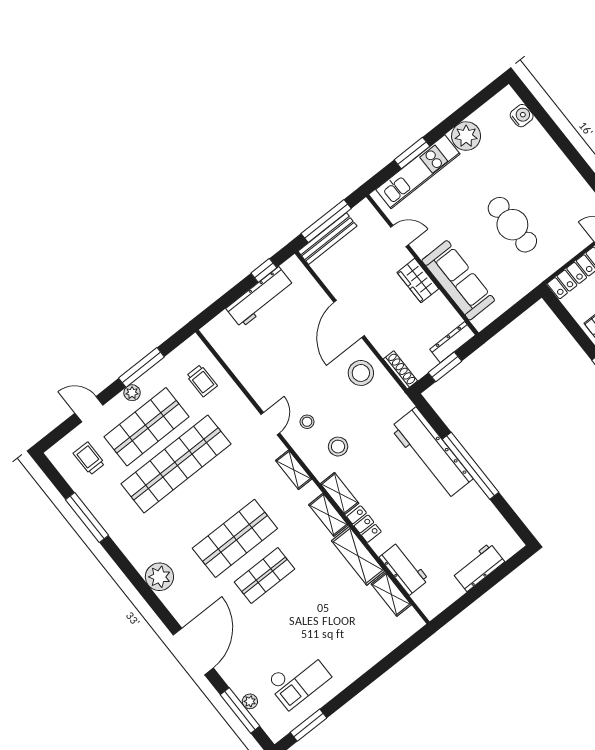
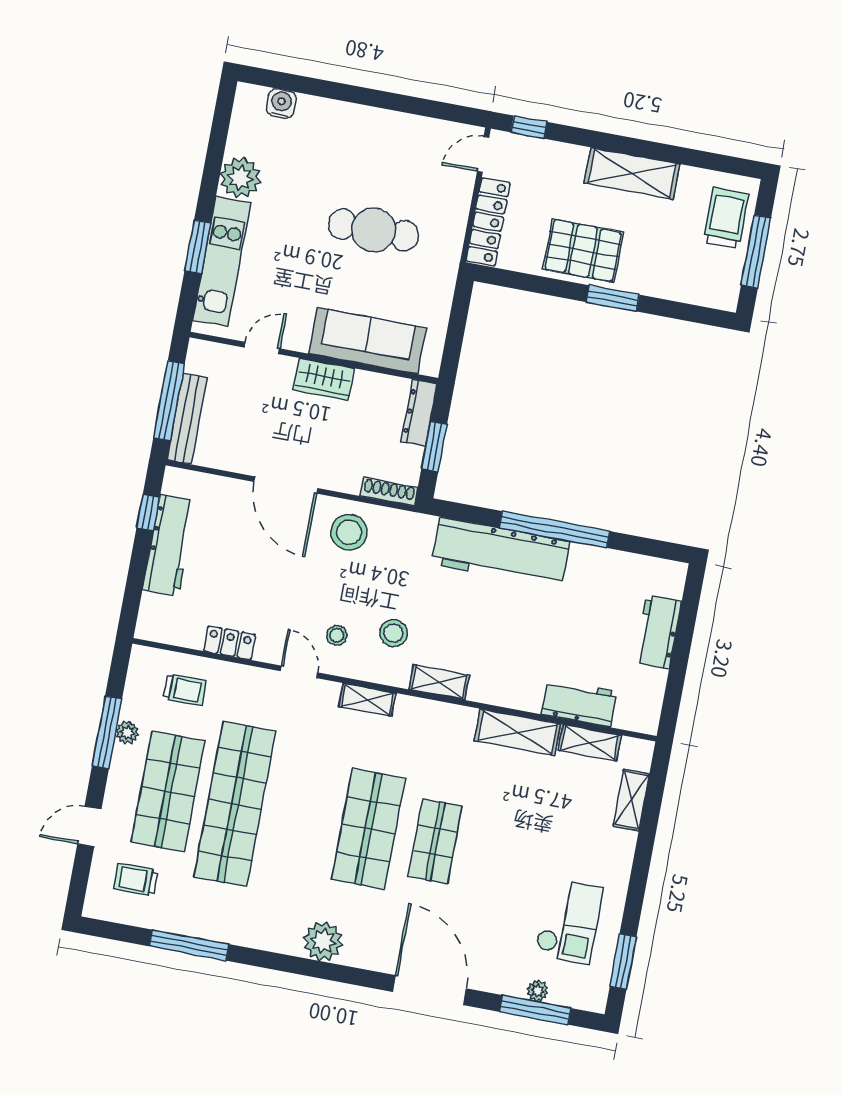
plant: (132, 393) -> (127, 733), moved
shelving: (328, 515) -> (631, 800), moved, turned 90
locker: (364, 524) -> (230, 643), moved

